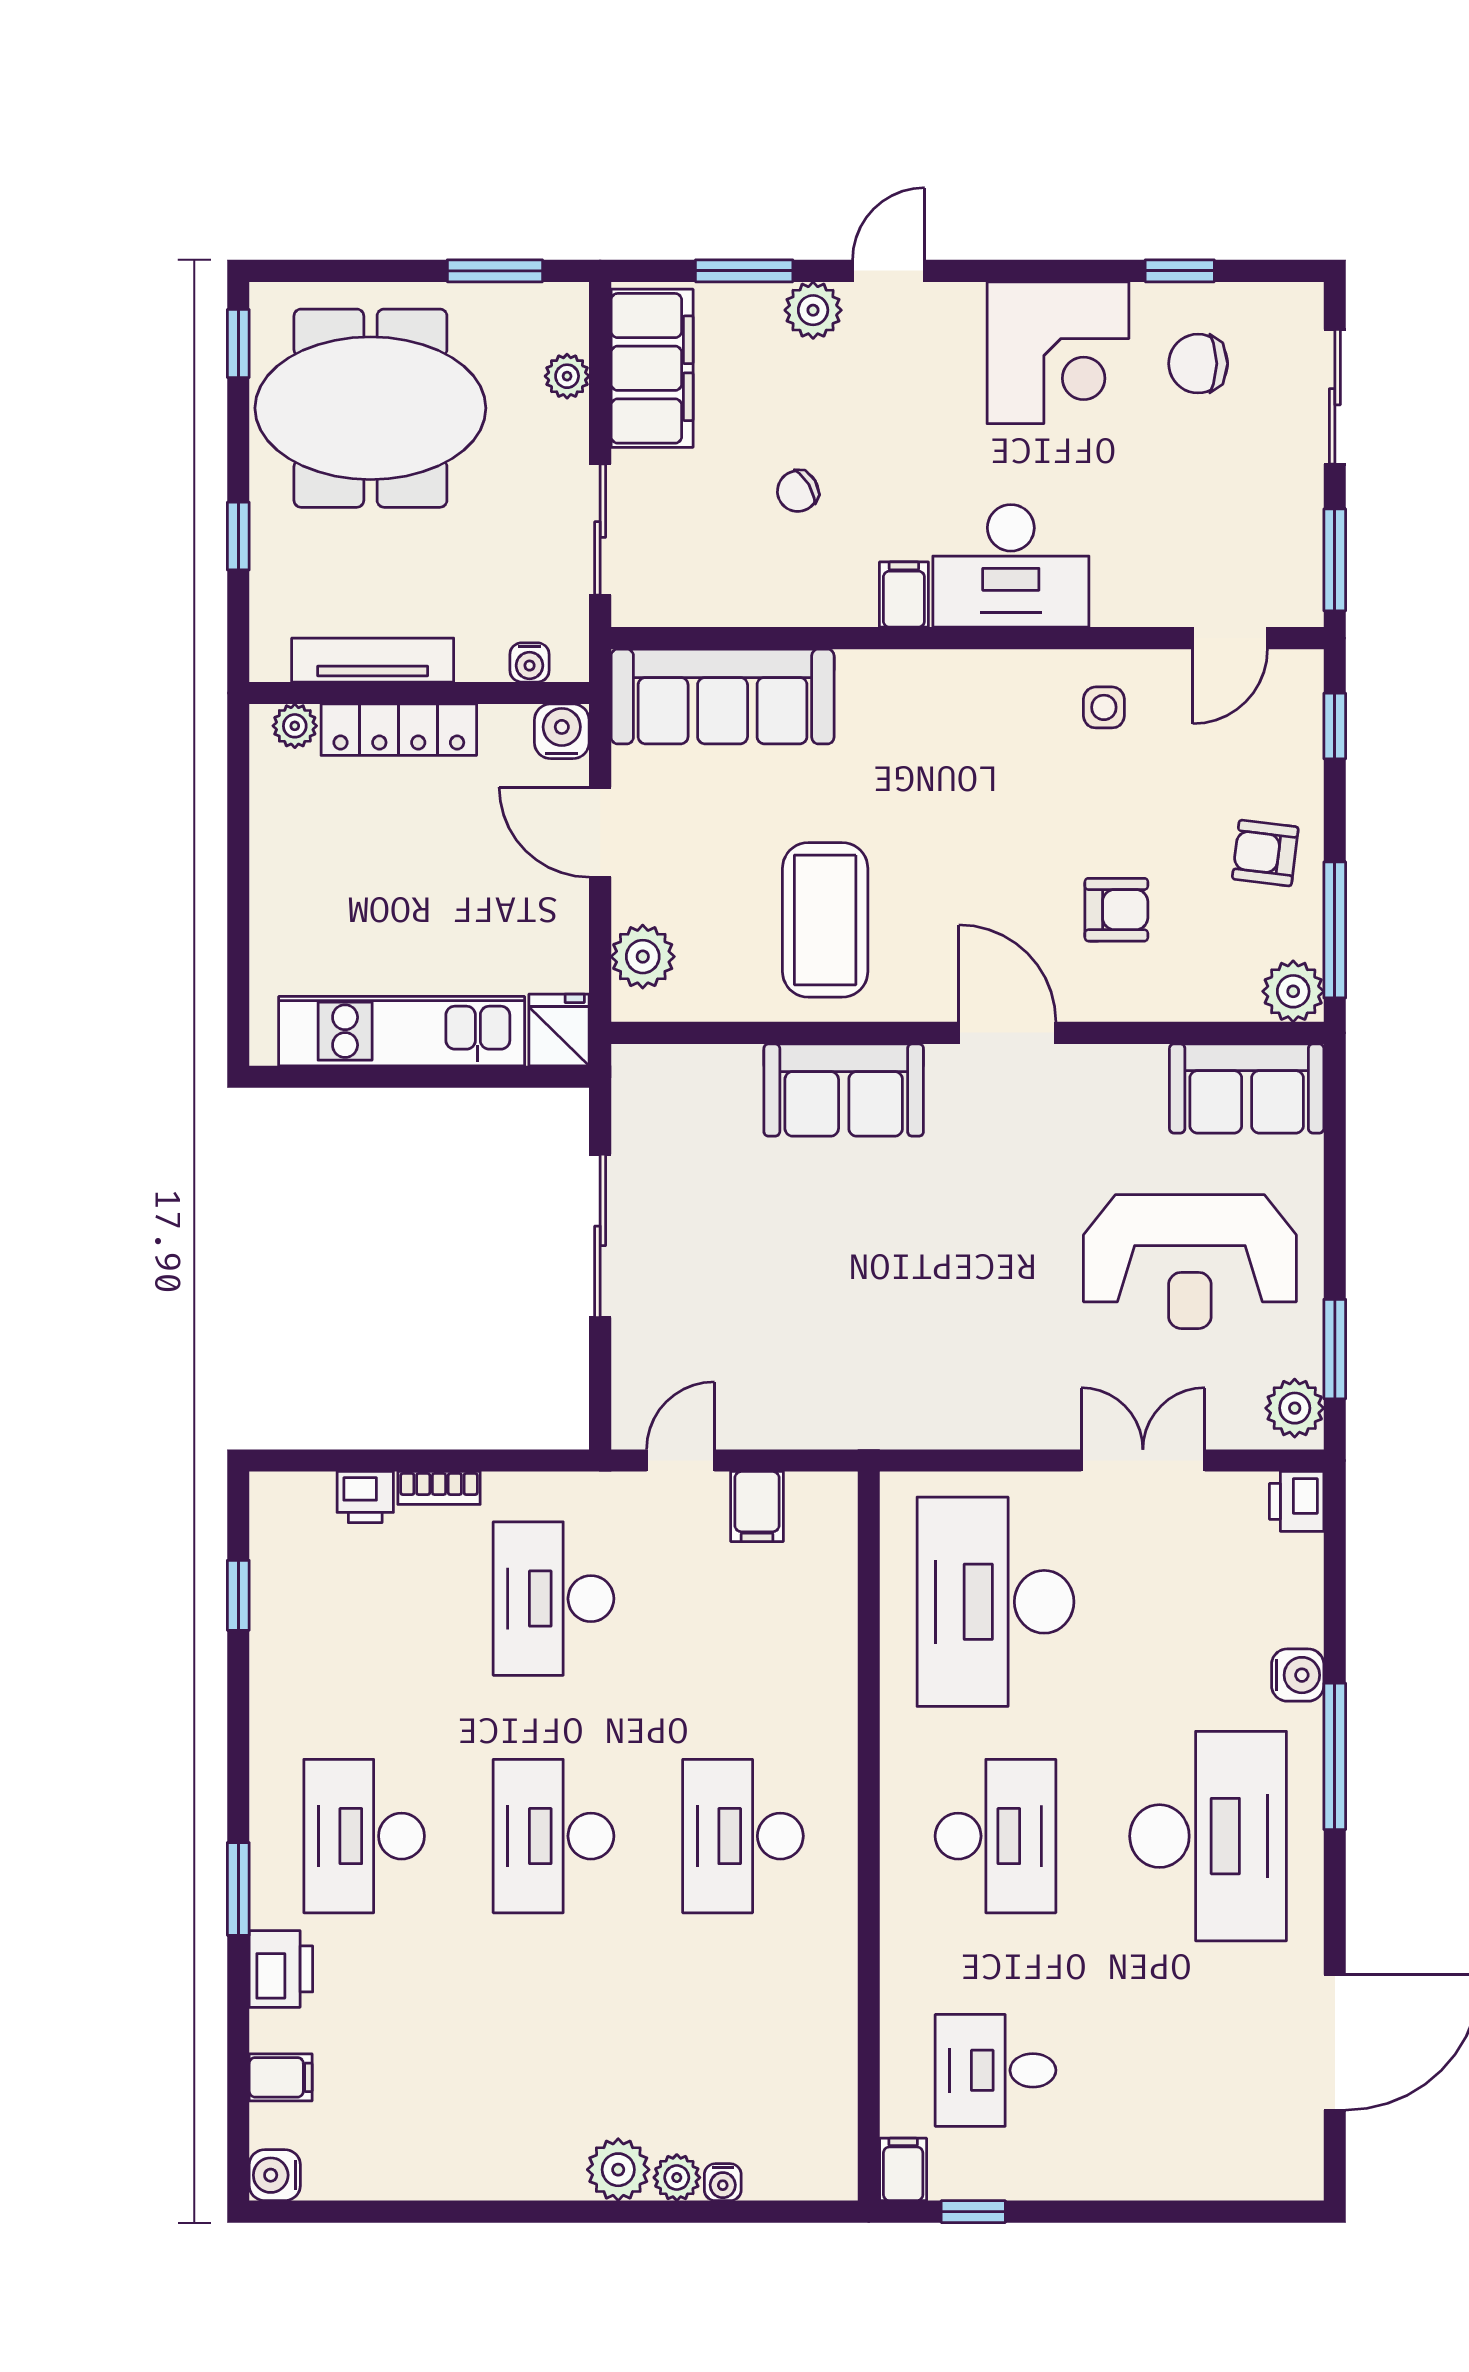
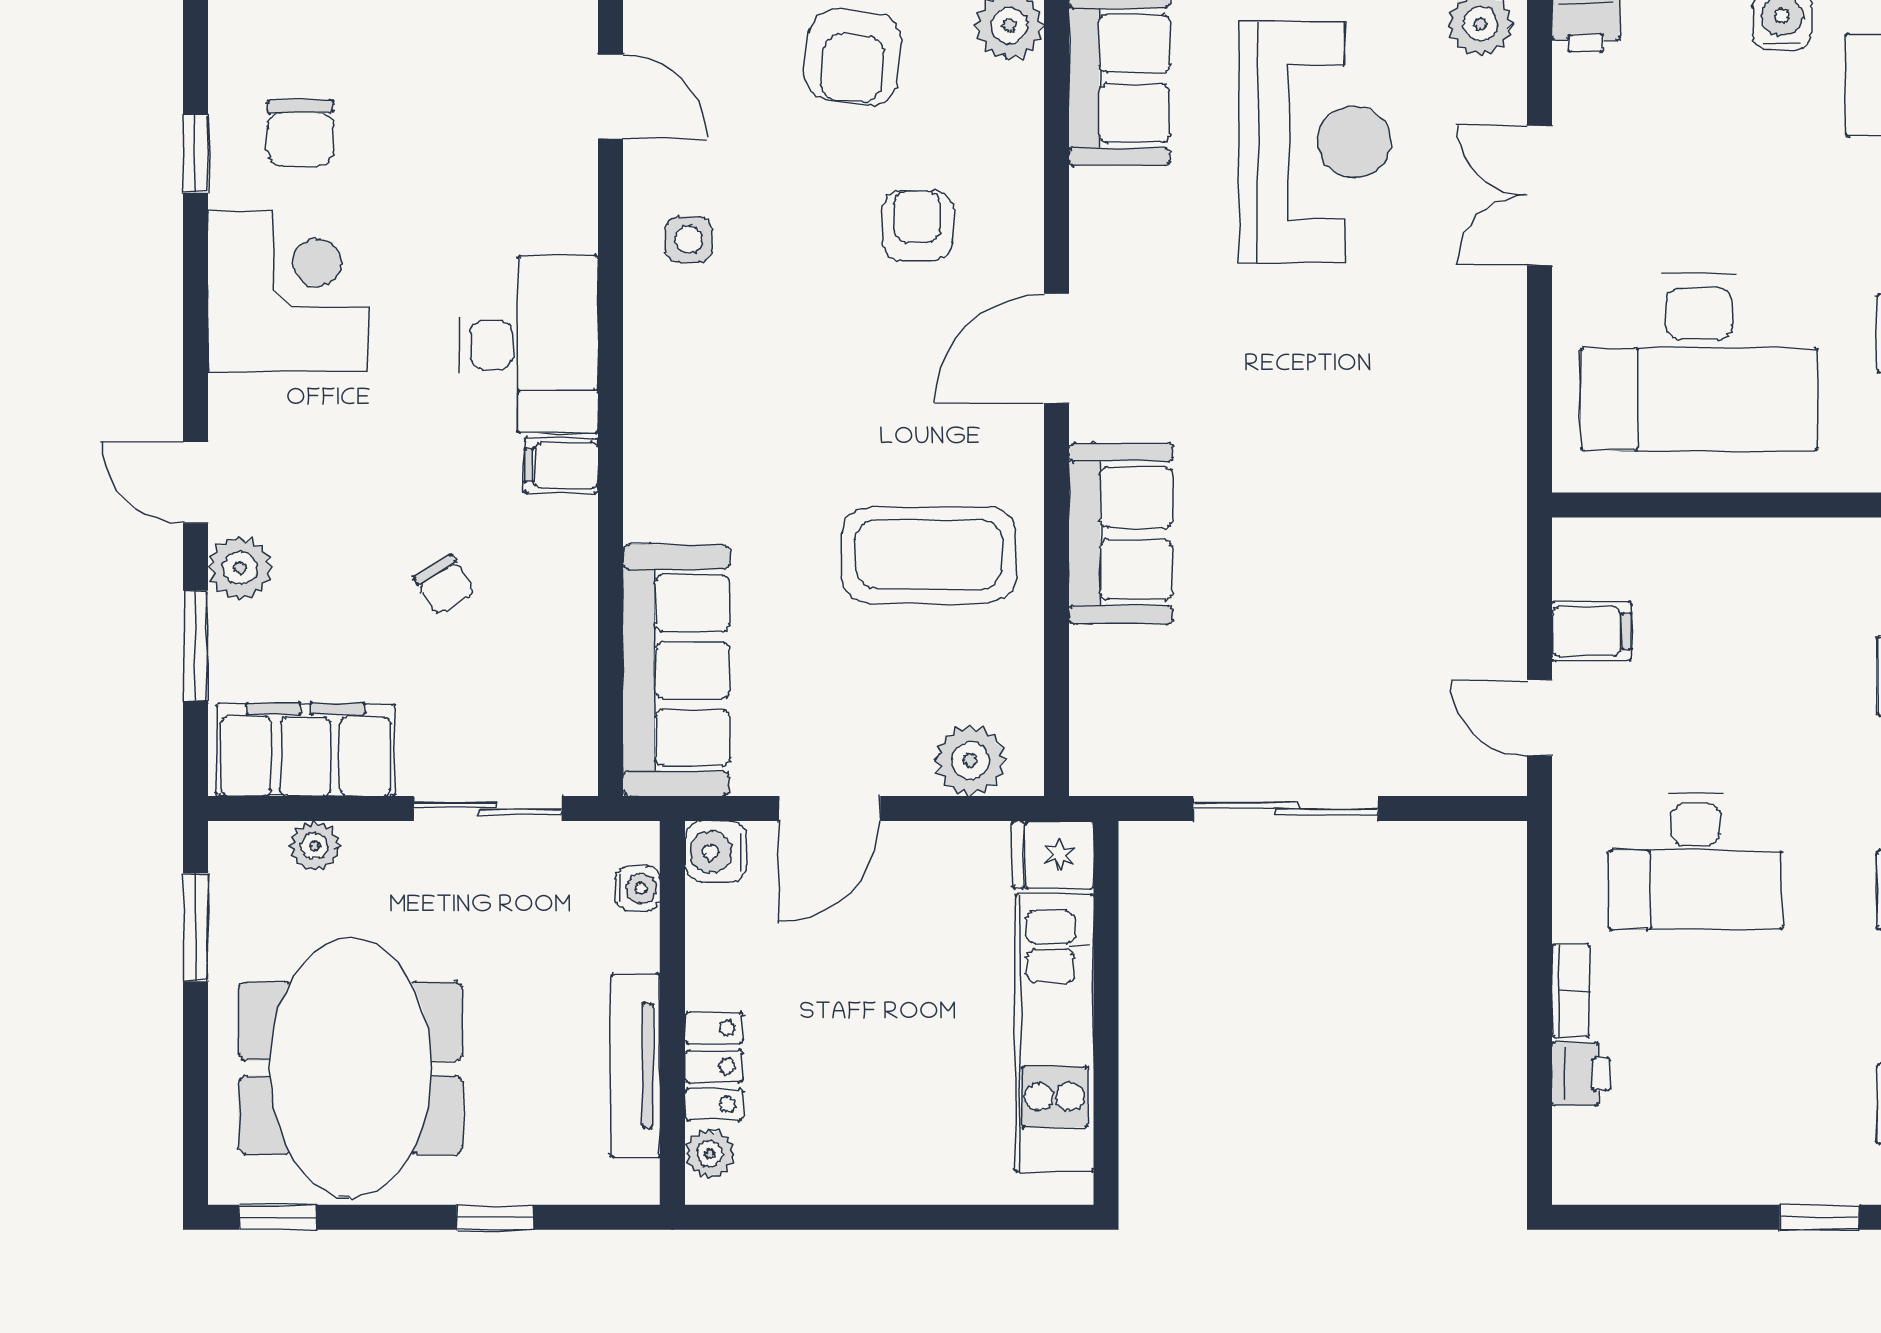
locker: (399, 730) -> (714, 1066), width x0.66
armchair: (1265, 853) -> (853, 57), width x1.38, depth x1.38
window: (238, 1595) -> (1819, 1217), moved

